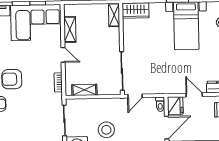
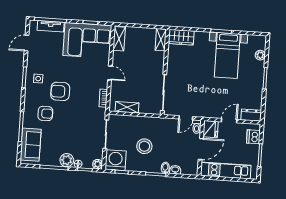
shelving: (70, 29) -> (119, 39), moved
door: (194, 95) -> (229, 121), hinge flipped
door: (135, 96) -> (186, 118), moved

